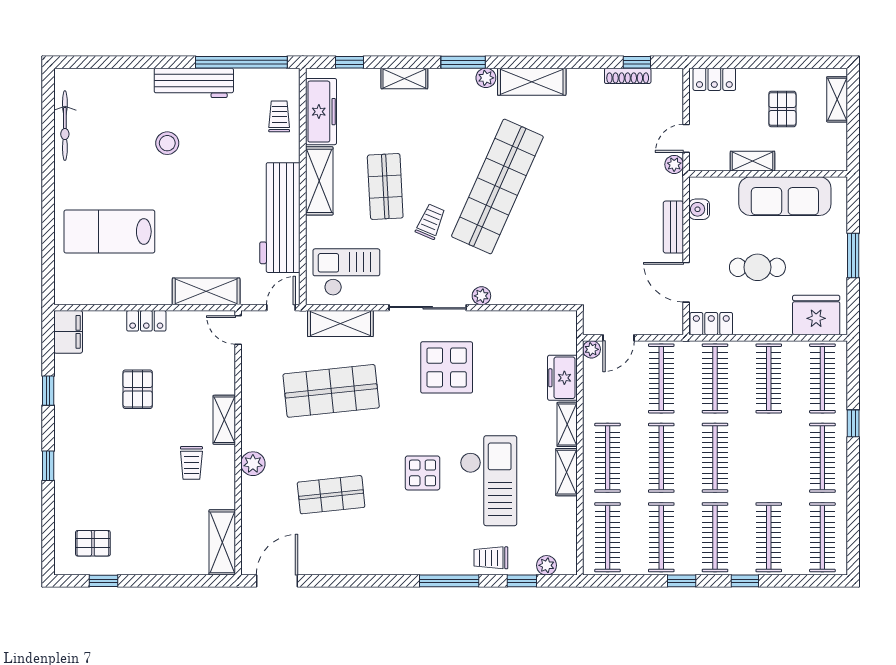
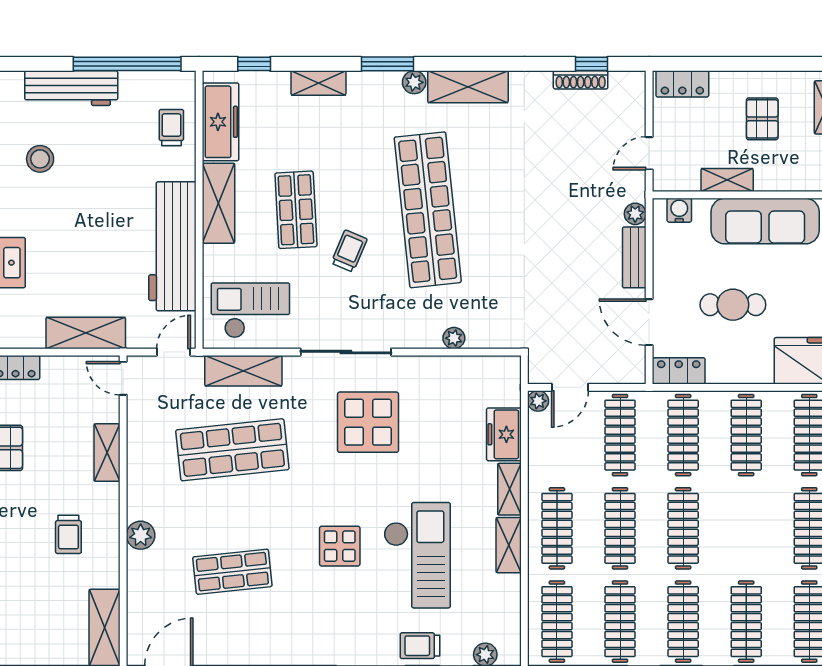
plant: (674, 164) -> (635, 214), moved
shop shelf: (497, 186) -> (428, 210), turned -30
water cooler: (699, 209) -> (679, 210), moved, turned 90
plant: (481, 296) -> (454, 338), moved
shelving: (224, 420) -> (107, 453), moved

